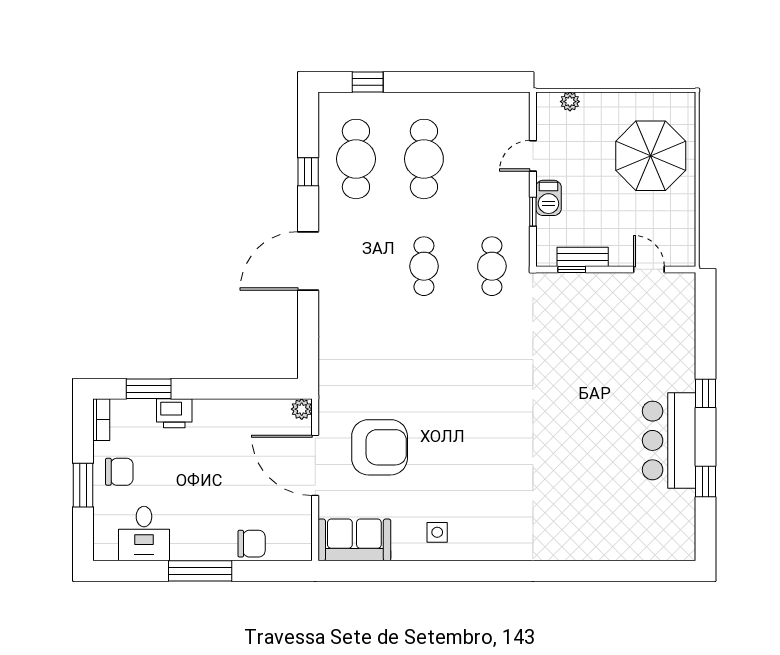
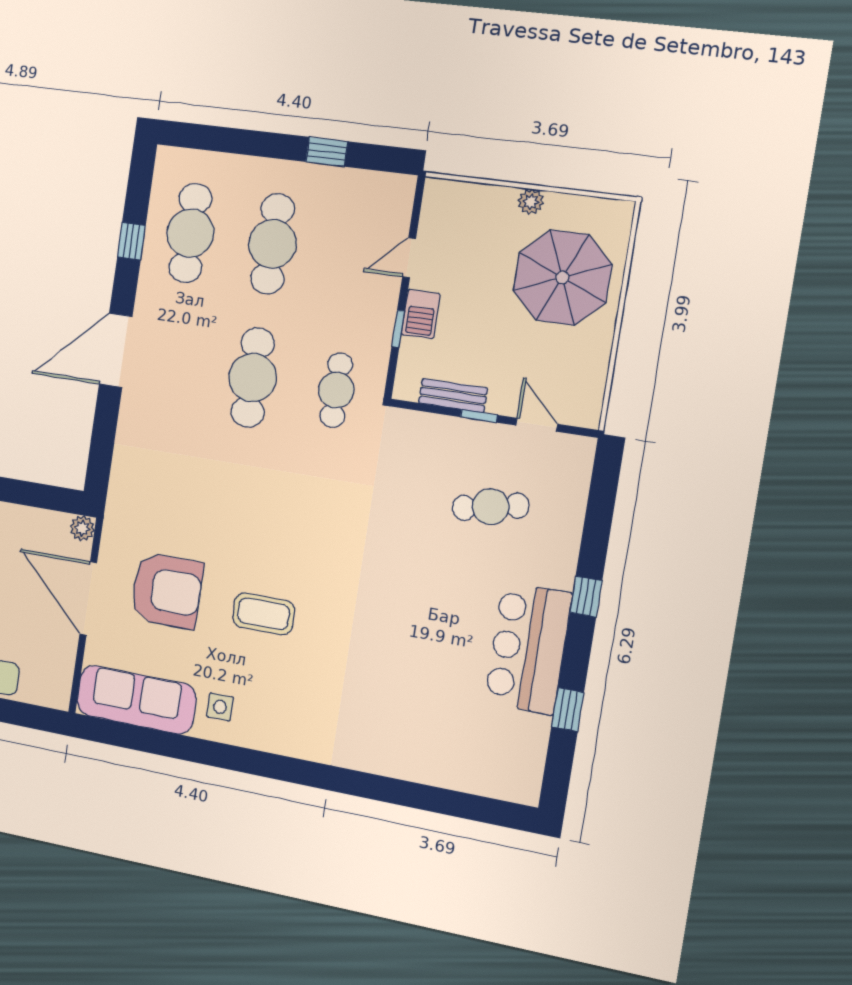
window: (368, 82) -> (327, 152), moved
plant: (570, 102) -> (531, 202), moved
cafe table: (424, 266) -> (253, 377), width x1.37, depth x1.35
window: (572, 269) -> (479, 416), moved
cafe table: (624, 337) -> (491, 507), added
coffee table: (461, 452) -> (264, 614), added
sofa: (354, 540) -> (136, 700), width x1.36

